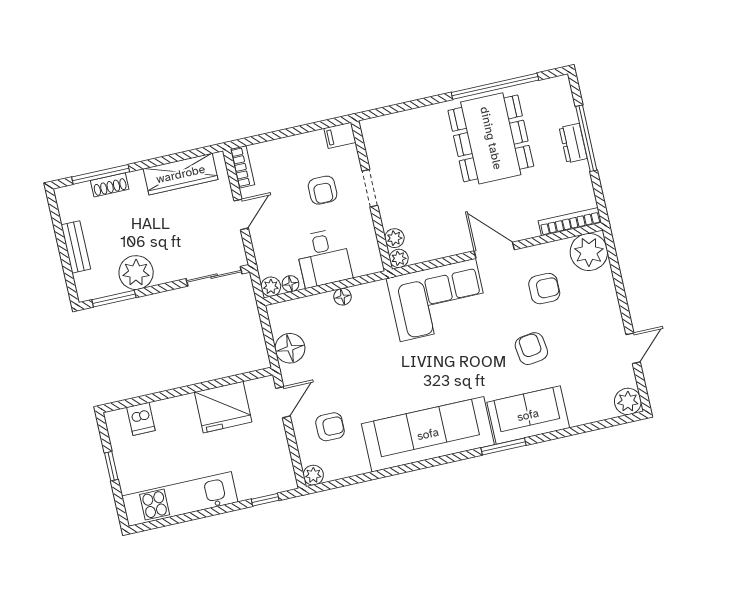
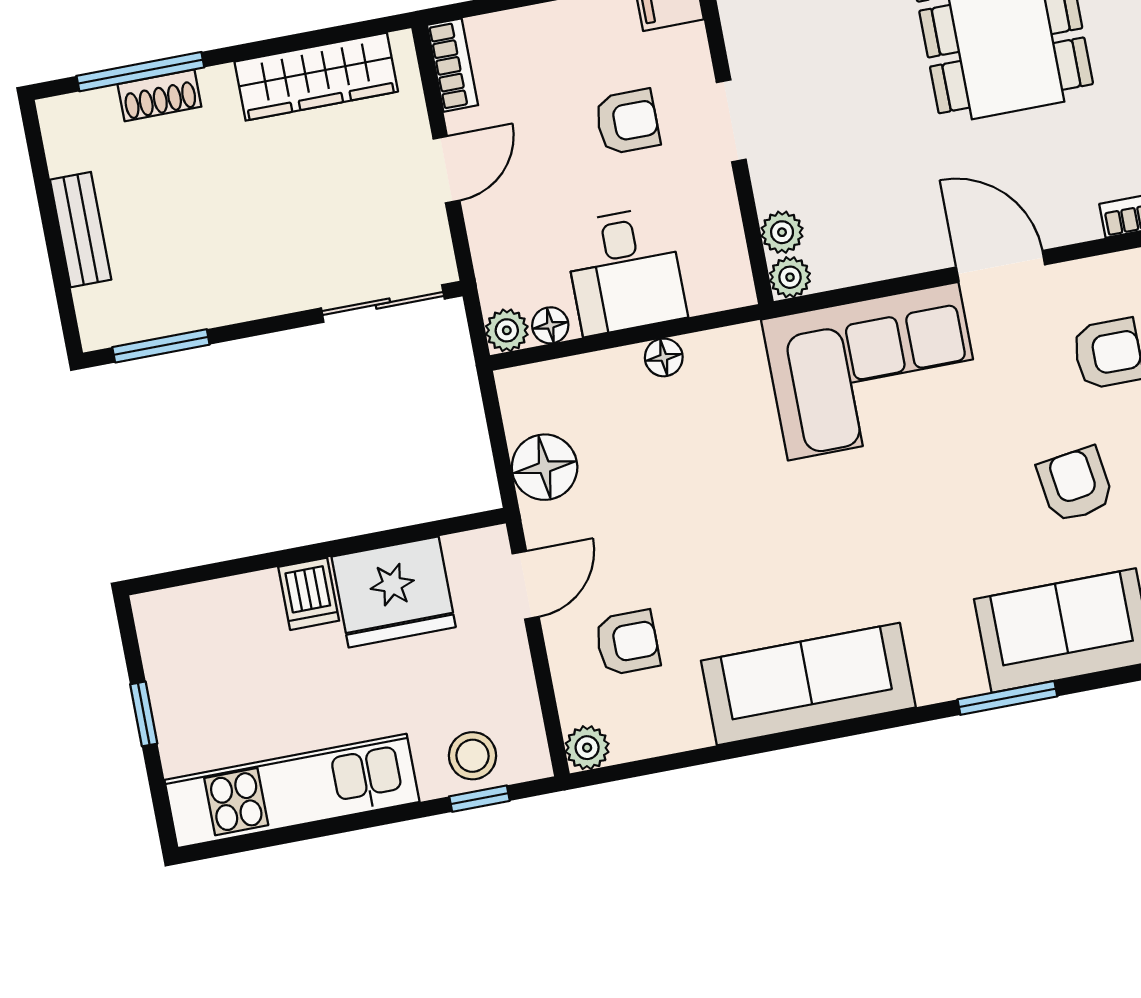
armchair: (323, 190) -> (627, 122), turned -90
plant: (136, 273) -> (211, 290), removed
dishwasher: (141, 419) -> (309, 594), moved
sofa: (428, 434) -> (808, 684), width x0.74, depth x0.79
stool: (261, 480) -> (472, 756), added

